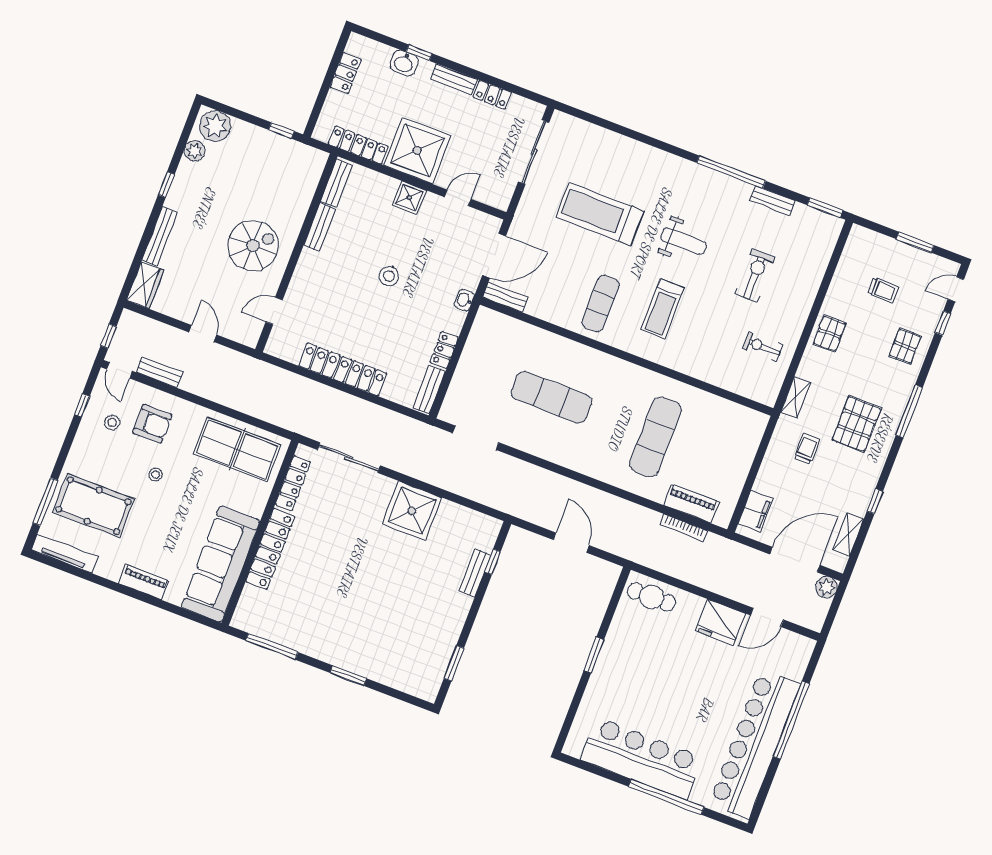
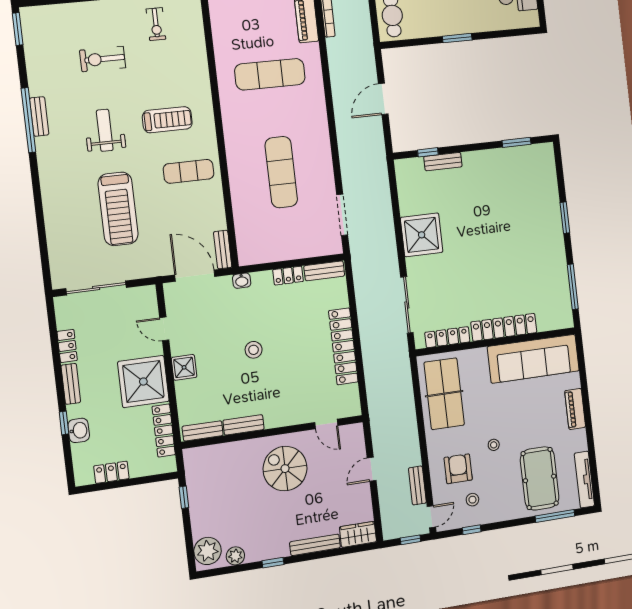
bench: (772, 201) -> (39, 116), moved

